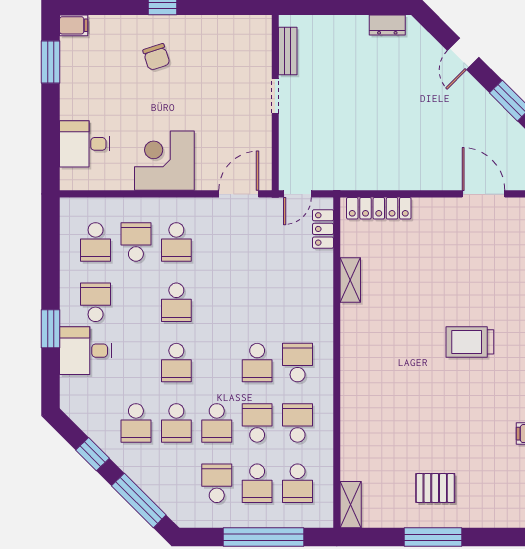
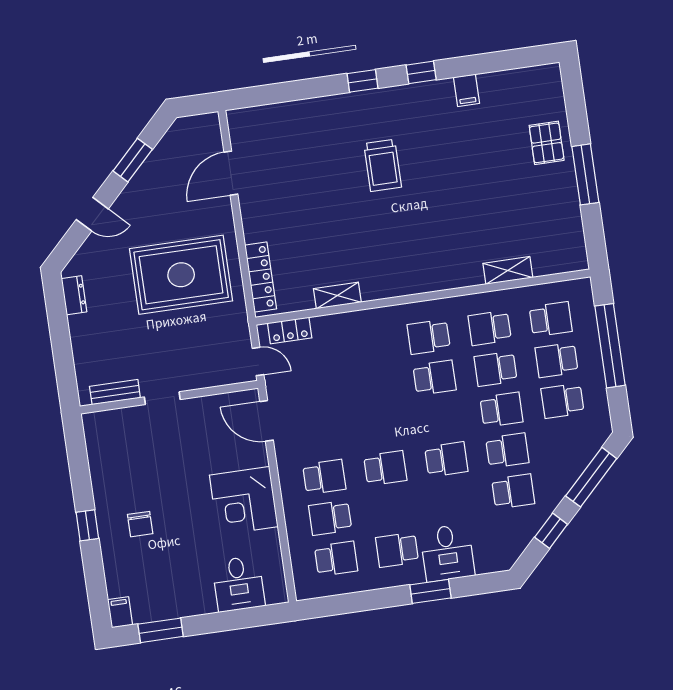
chair: (156, 57) -> (140, 524), turned 108
rug: (392, 131) -> (181, 275), added
school desk: (257, 483) -> (557, 360), turned 180
pallet: (435, 488) -> (547, 143), moved
shelving: (351, 505) -> (508, 270), moved

